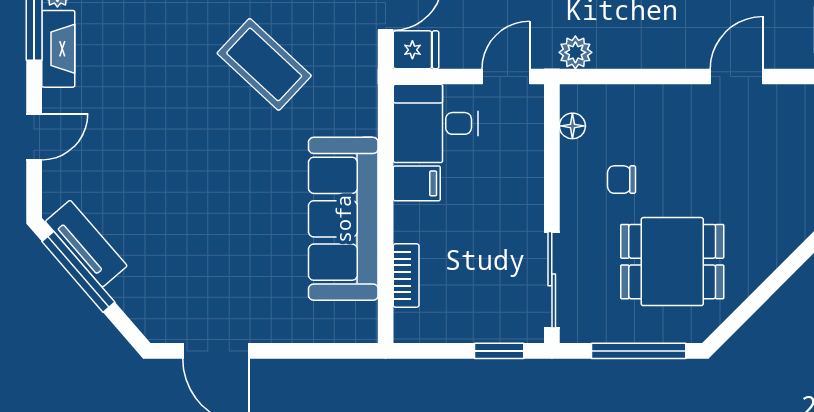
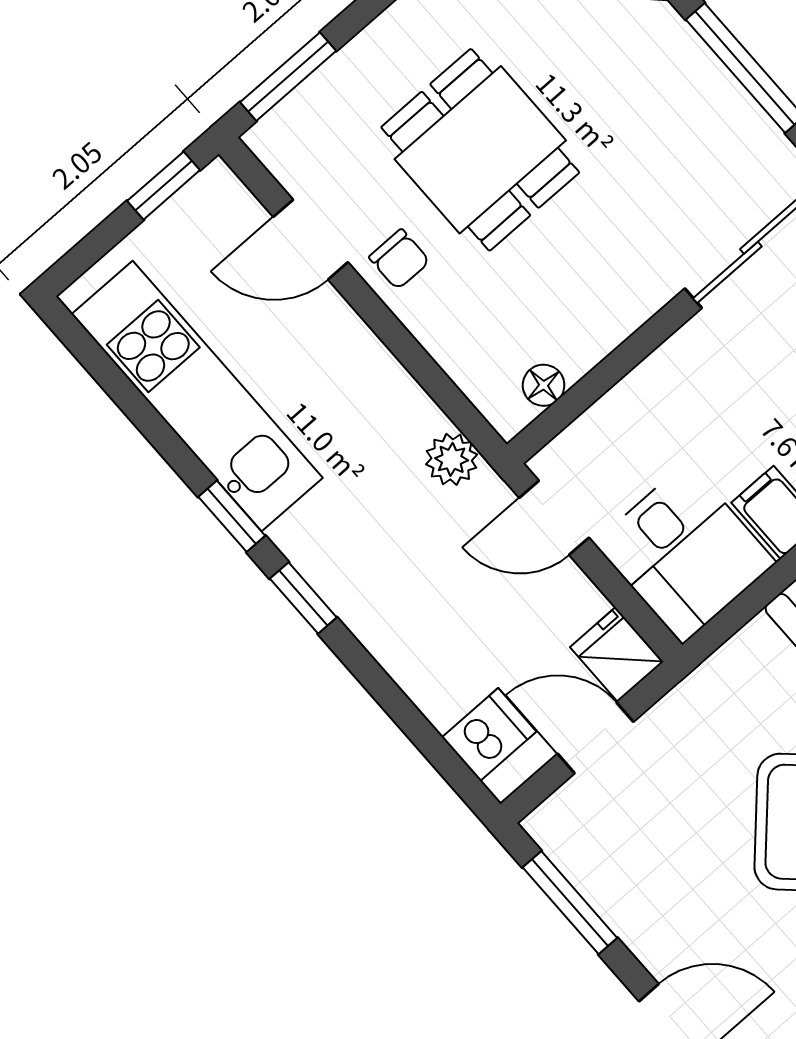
chair: (622, 180) -> (399, 259), moved
dining table: (672, 262) -> (480, 150), moved

